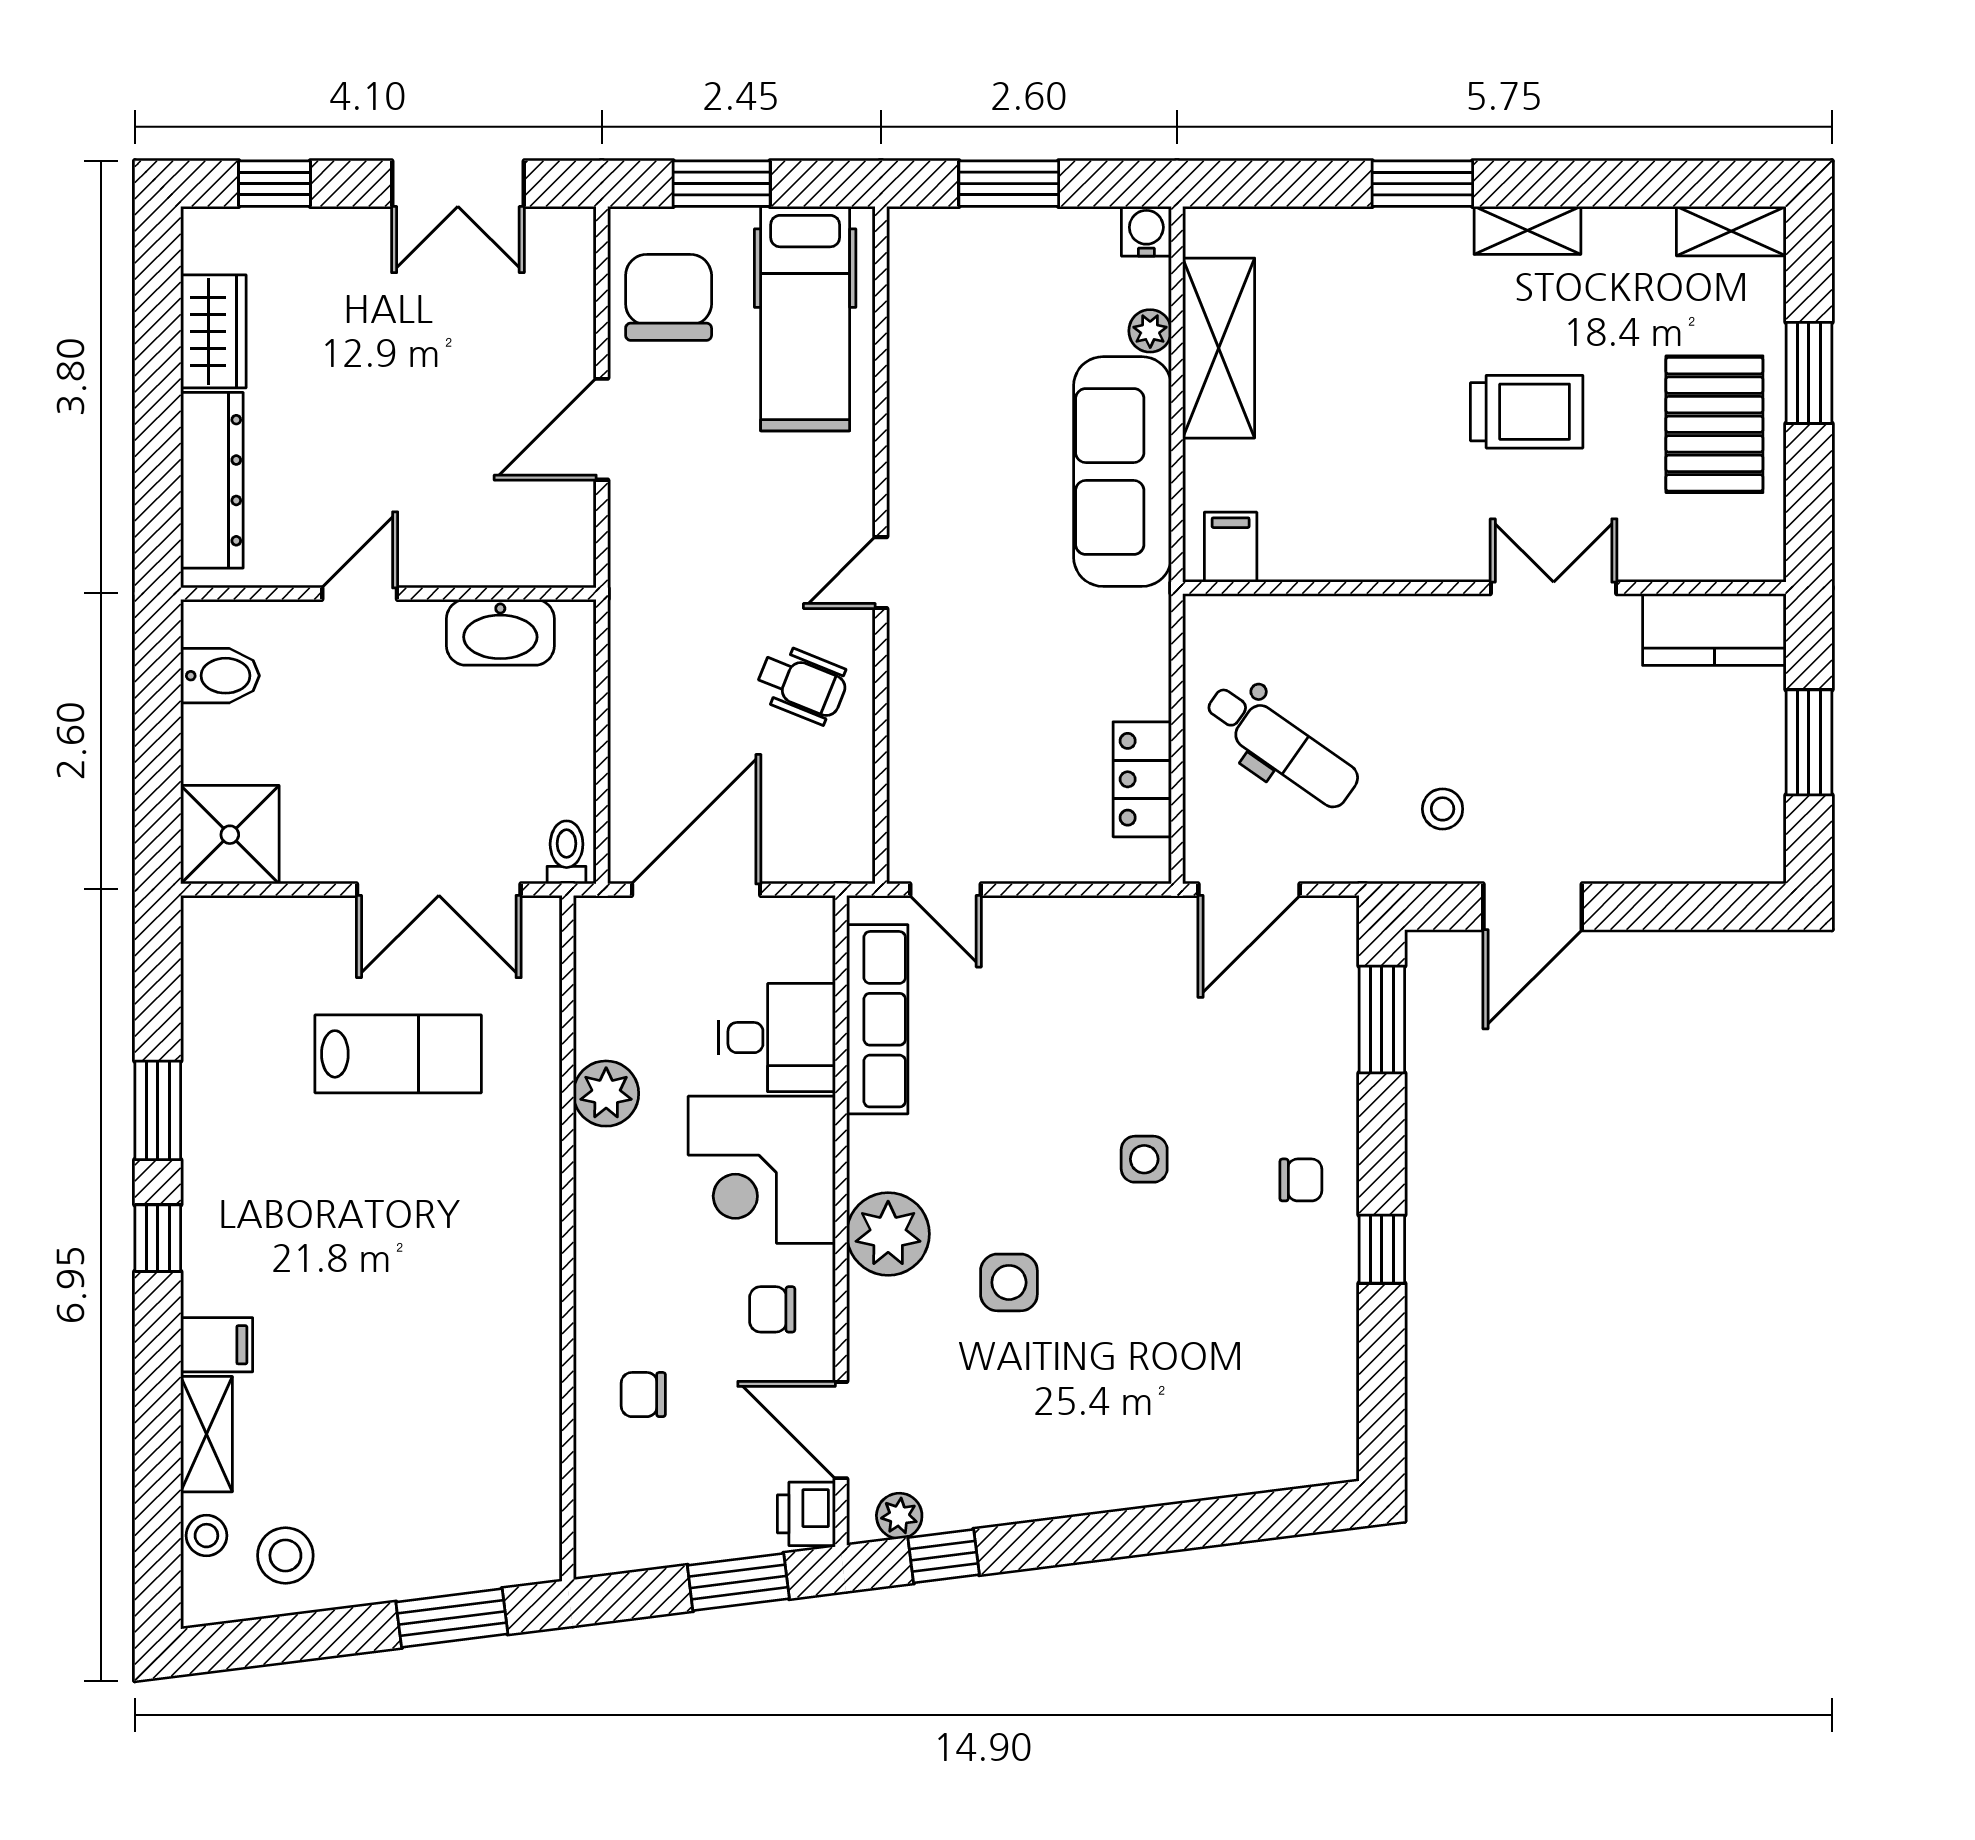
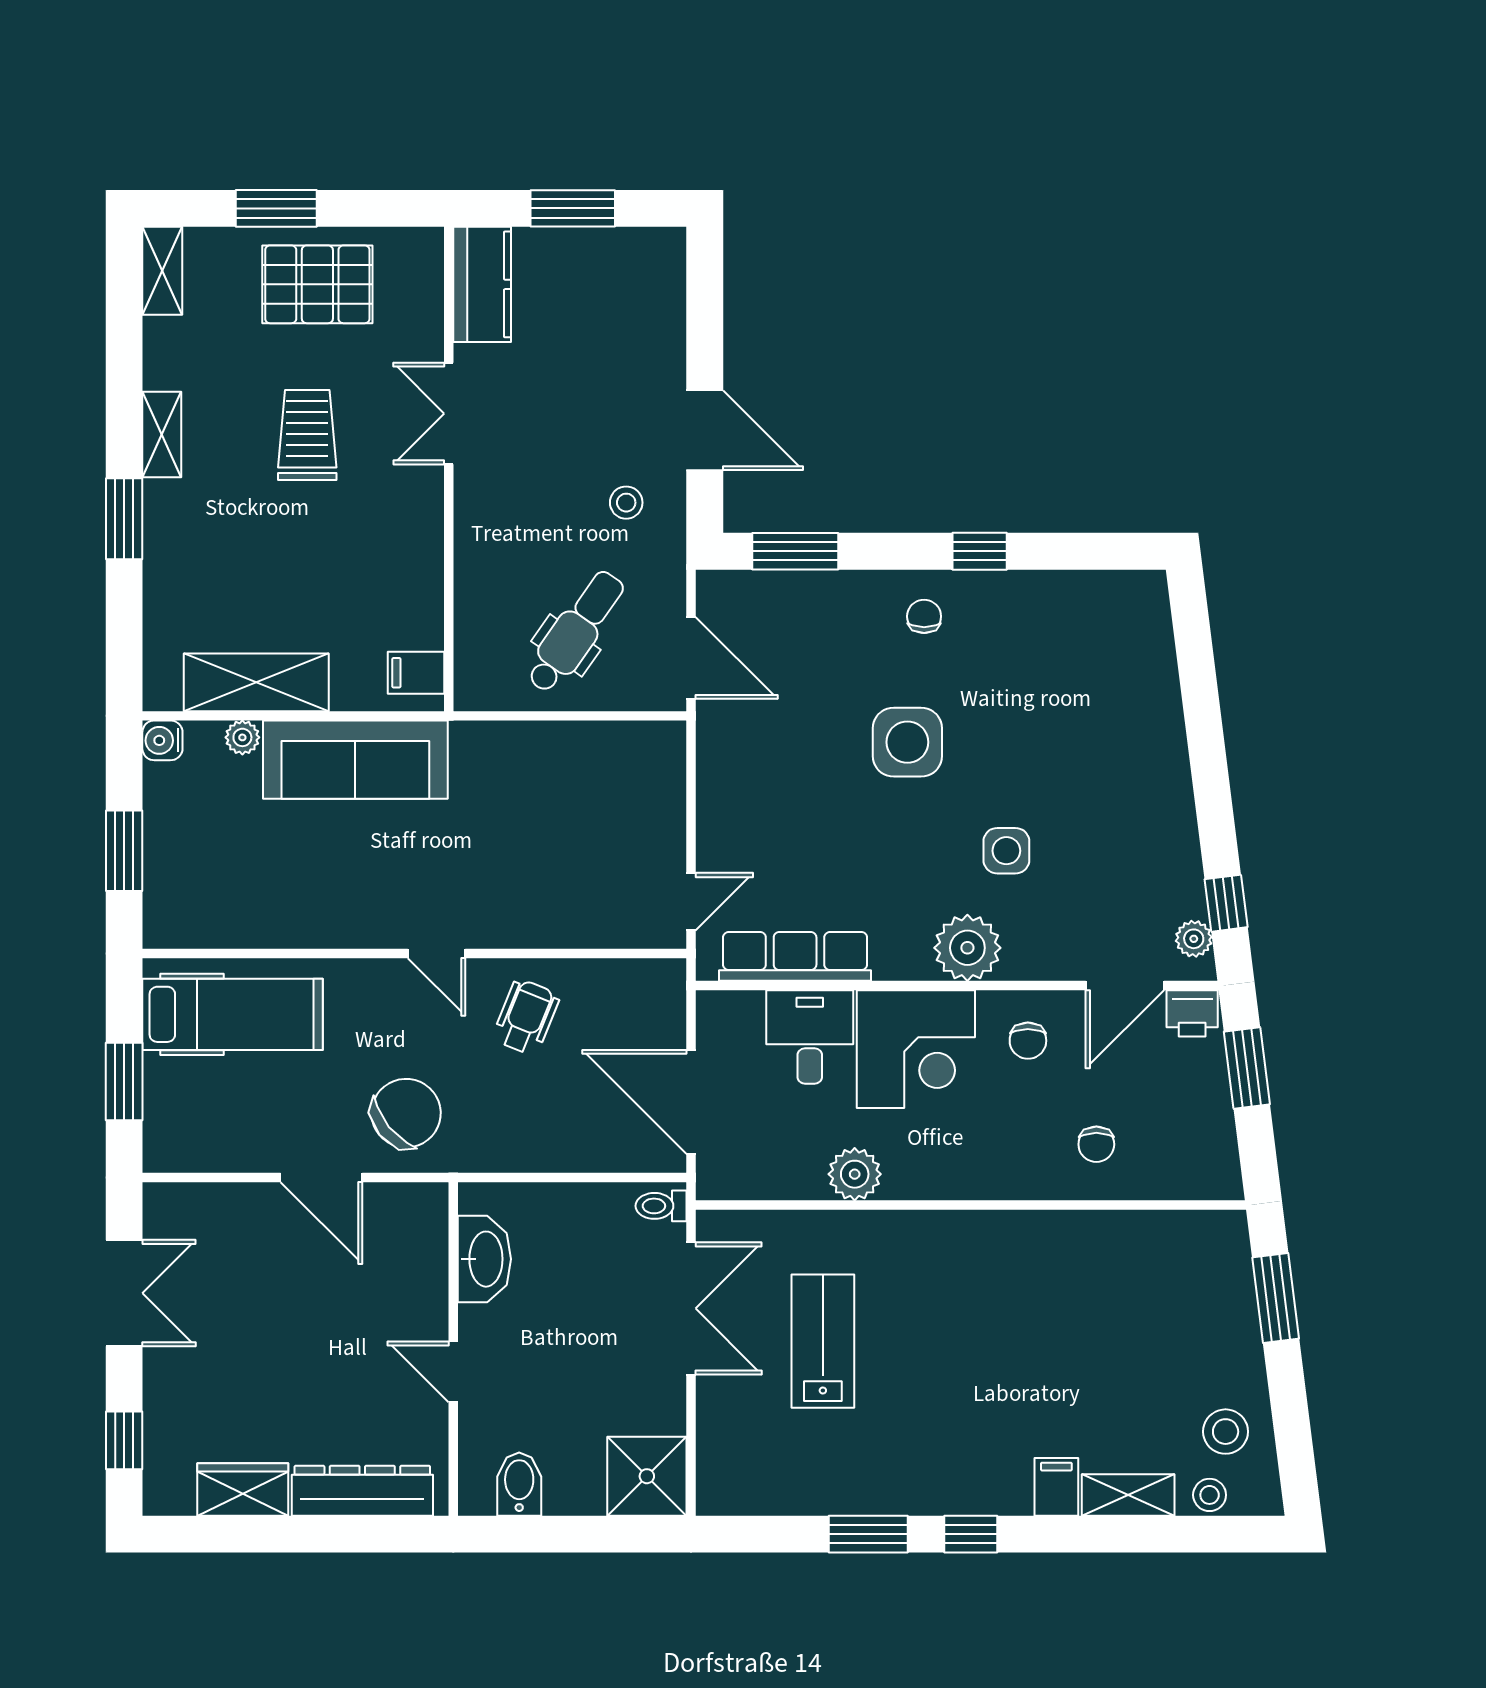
chair: (669, 297) -> (406, 1113), moved, turned 141
locker: (1142, 779) -> (602, 744), removed
side table: (1144, 1159) -> (907, 742), width x1.87, depth x1.87

